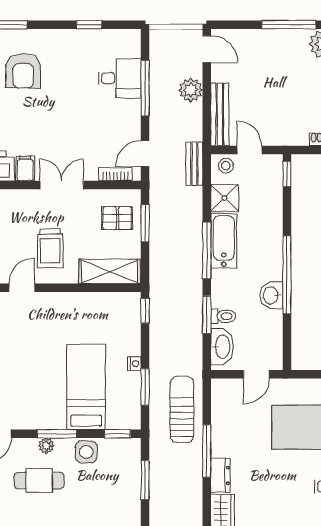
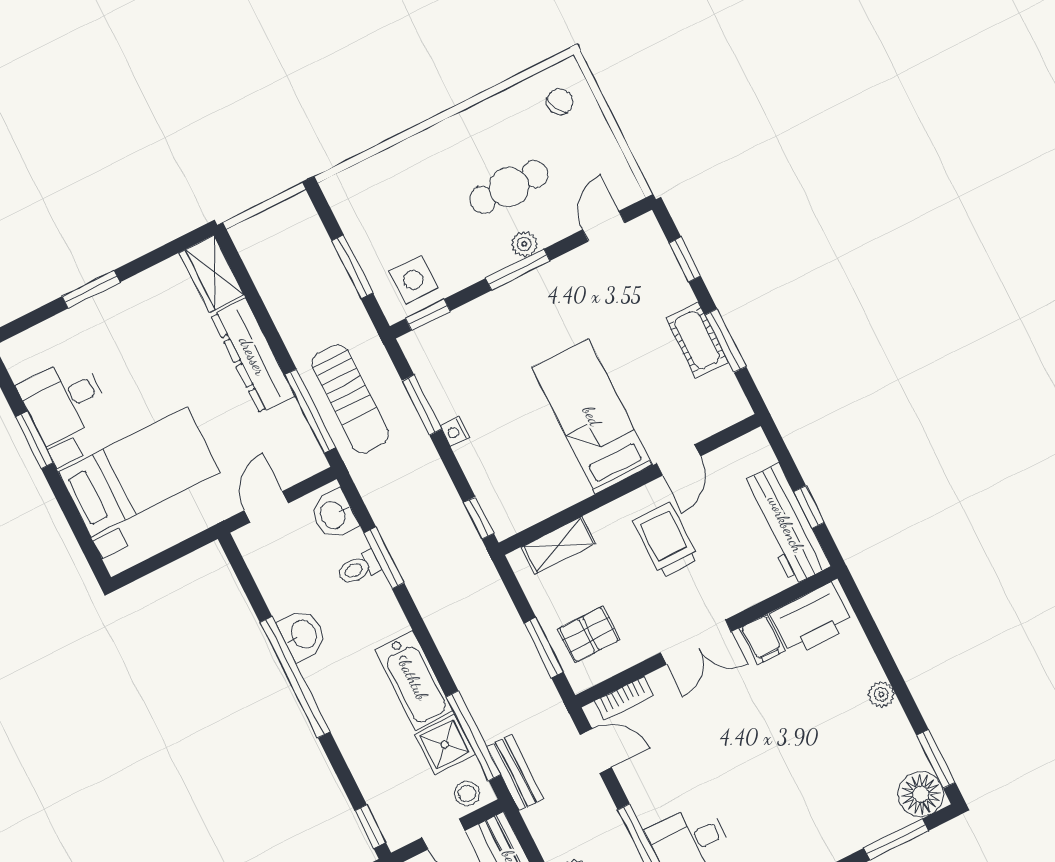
armchair: (23, 71) -> (838, 782), removed
door: (145, 154) -> (596, 751), hinge flipped
window: (207, 250) -> (473, 736), moved
shelving: (109, 271) -> (558, 545), width x0.67, depth x0.75
washbasin: (222, 347) -> (334, 515), width x0.72
bed: (86, 387) -> (592, 416), moved, turned 180
window: (207, 451) -> (310, 411), moved
side table: (86, 452) -> (413, 280), moved
dresser: (220, 475) -> (253, 356), width x1.96, depth x1.24

